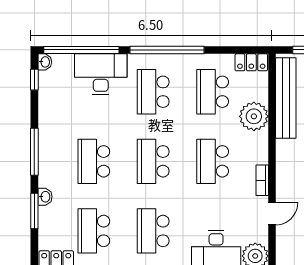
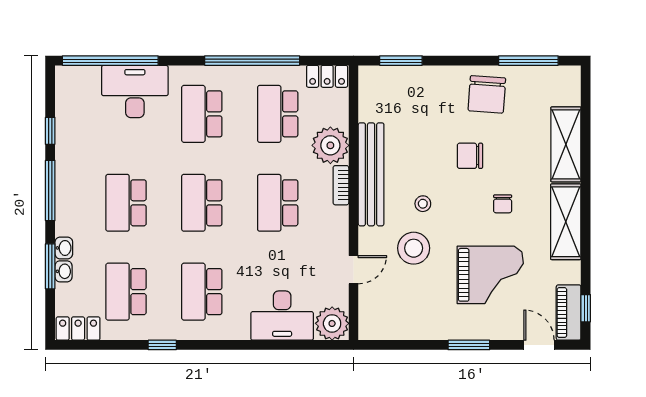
window: (167, 50) -> (252, 61), moved
washbasin: (45, 62) -> (63, 271), moved
window: (34, 80) -> (50, 131), moved
bench: (286, 98) -> (371, 174), moved
bookcase: (262, 180) -> (341, 185), moved

